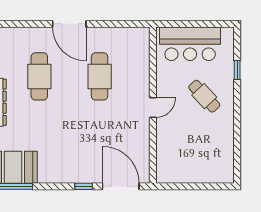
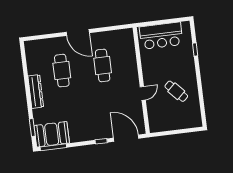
cafe table: (204, 96) -> (176, 91), moved
door: (153, 107) -> (143, 93), moved

